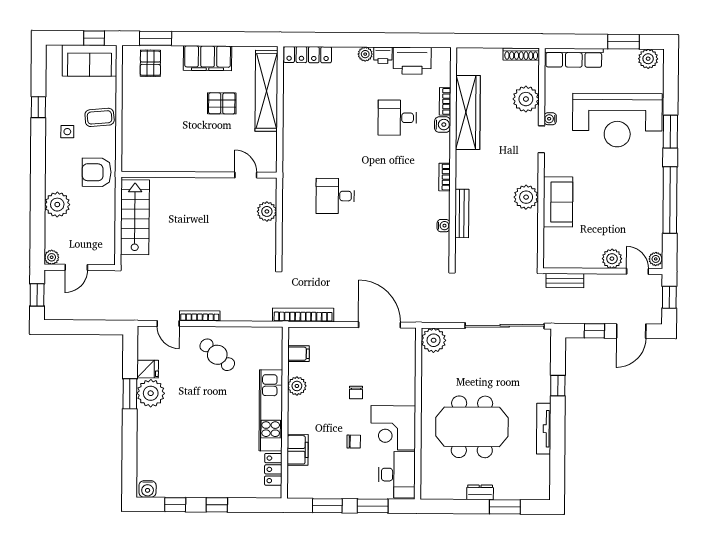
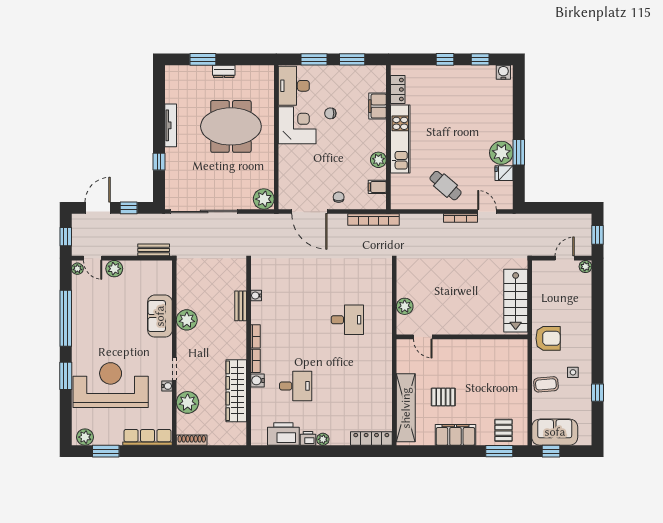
bookcase: (445, 101) -> (255, 361), moved
plant: (57, 205) -> (581, 311), removed
bench: (462, 213) -> (241, 306), width x0.73
chair: (356, 393) -> (339, 197), moved

